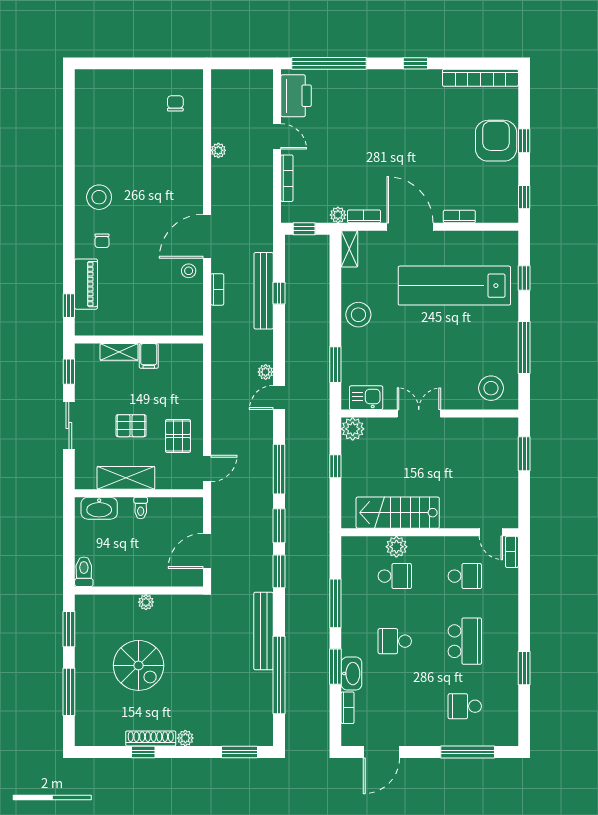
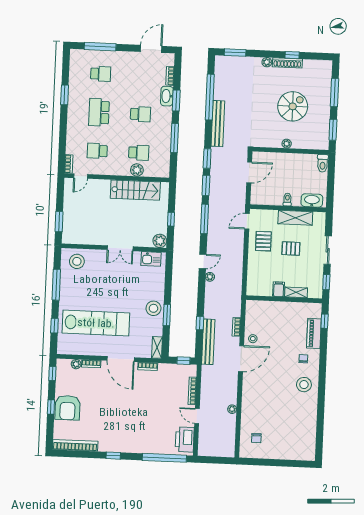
plant: (338, 215) -> (76, 364), moved
bench: (264, 291) -> (208, 342), moved
window: (335, 365) -> (167, 315), moved
door: (491, 532) -> (81, 176), swing flipped
school desk: (395, 576) -> (139, 153), turned 180
spiral stairs: (139, 665) -> (293, 106), turned 90

